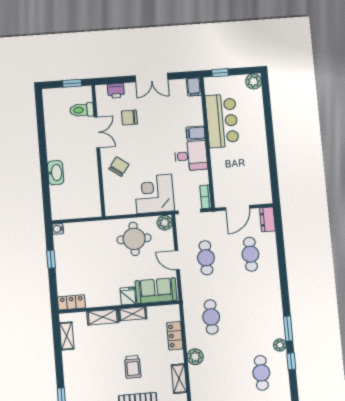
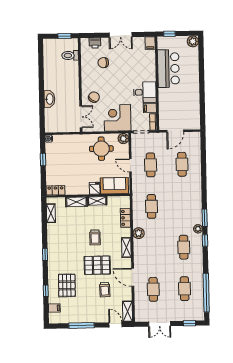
double door: (97, 132) -> (81, 117), moved
filing cabinet: (196, 133) -> (150, 108), moved
dresser: (267, 219) -> (196, 140), removed

